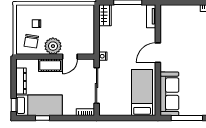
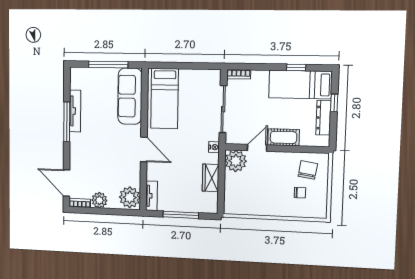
plant: (193, 11) -> (99, 200), added
plant: (169, 14) -> (130, 197), added
wardrobe: (105, 15) -> (211, 178), moved
plant: (53, 46) -> (236, 161), moved
door: (158, 53) -> (144, 149), hinge flipped
window: (14, 105) -> (334, 103), moved

